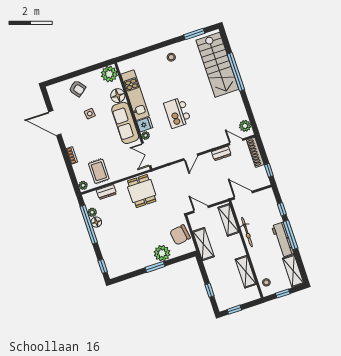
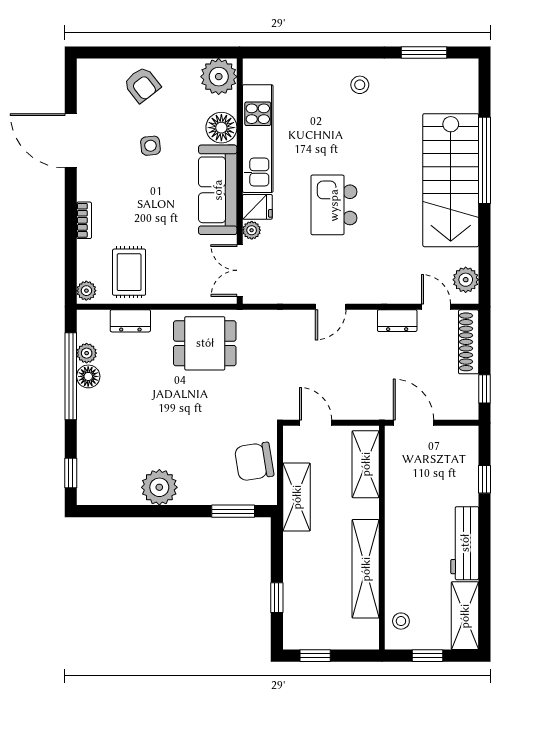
stairs: (217, 65) -> (451, 180), moved
dining table: (142, 191) -> (205, 343), turned 90
bicycle: (247, 232) -> (396, 503), removed
window: (290, 235) -> (484, 539), removed
plant: (162, 253) -> (159, 487), moved
window: (155, 267) -> (233, 511), moved
shelving: (246, 272) -> (366, 569), width x1.47

